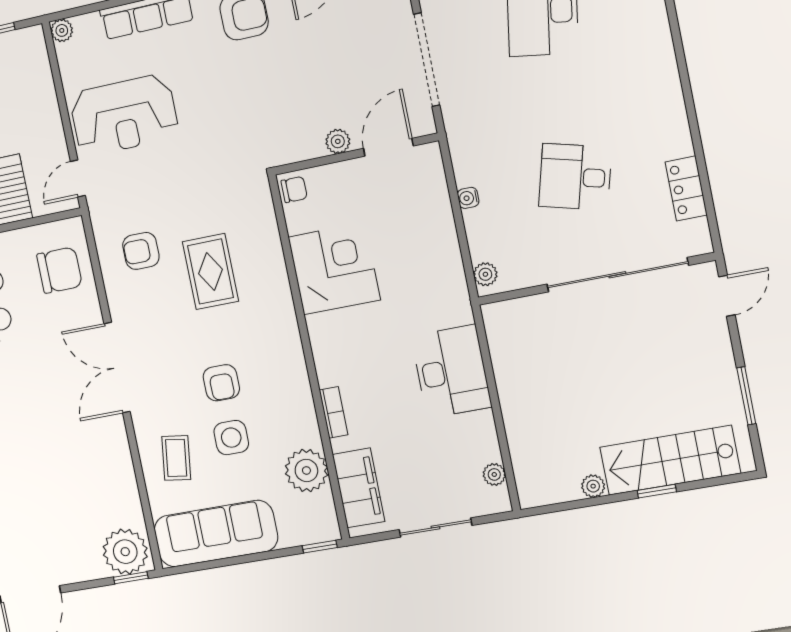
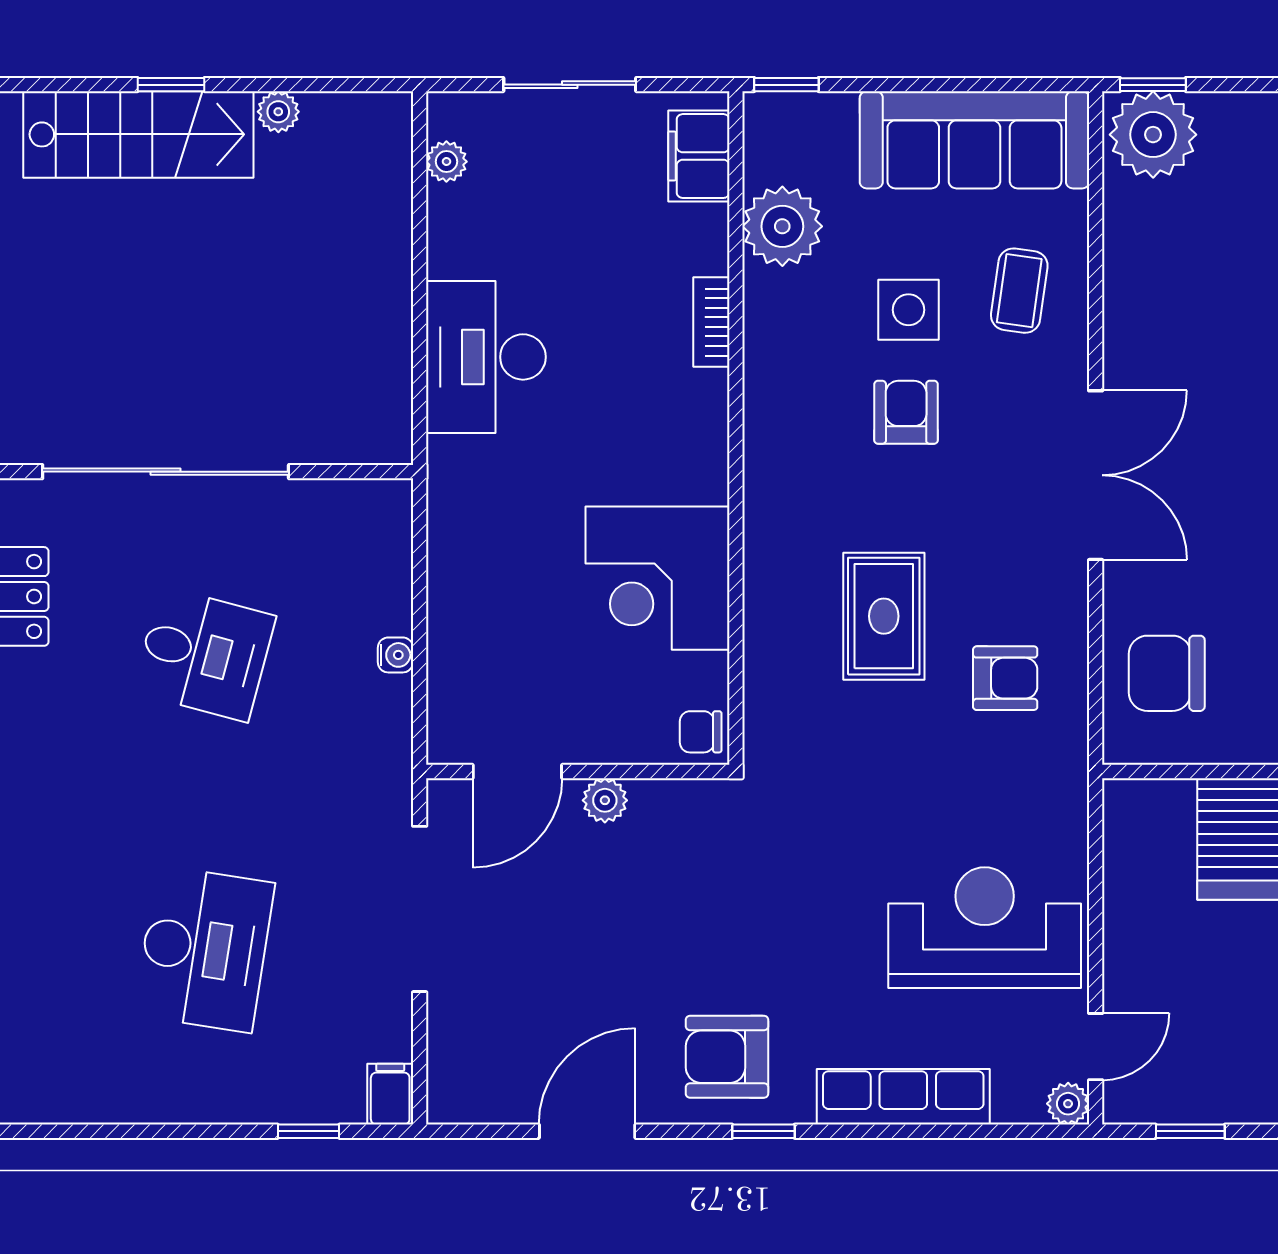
door: (78, 179) -> (1096, 1047), moved
plant: (485, 274) -> (392, 516), removed
filing cabinet: (359, 488) -> (699, 156), width x0.67, depth x0.86

